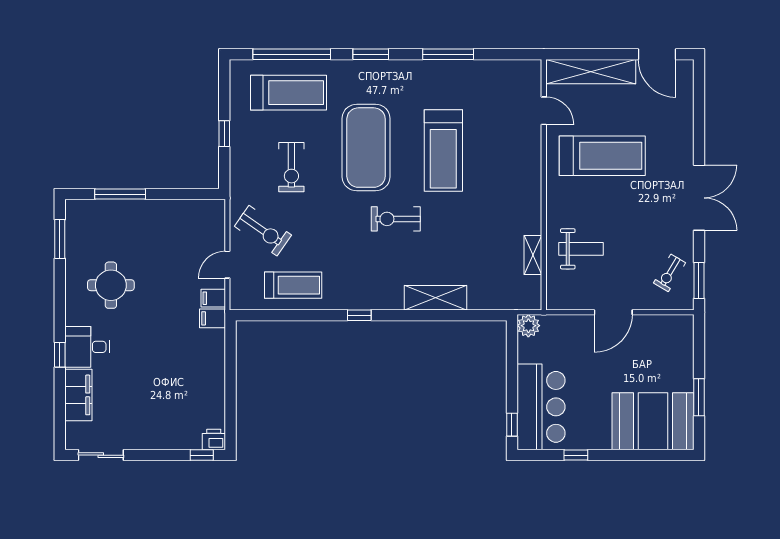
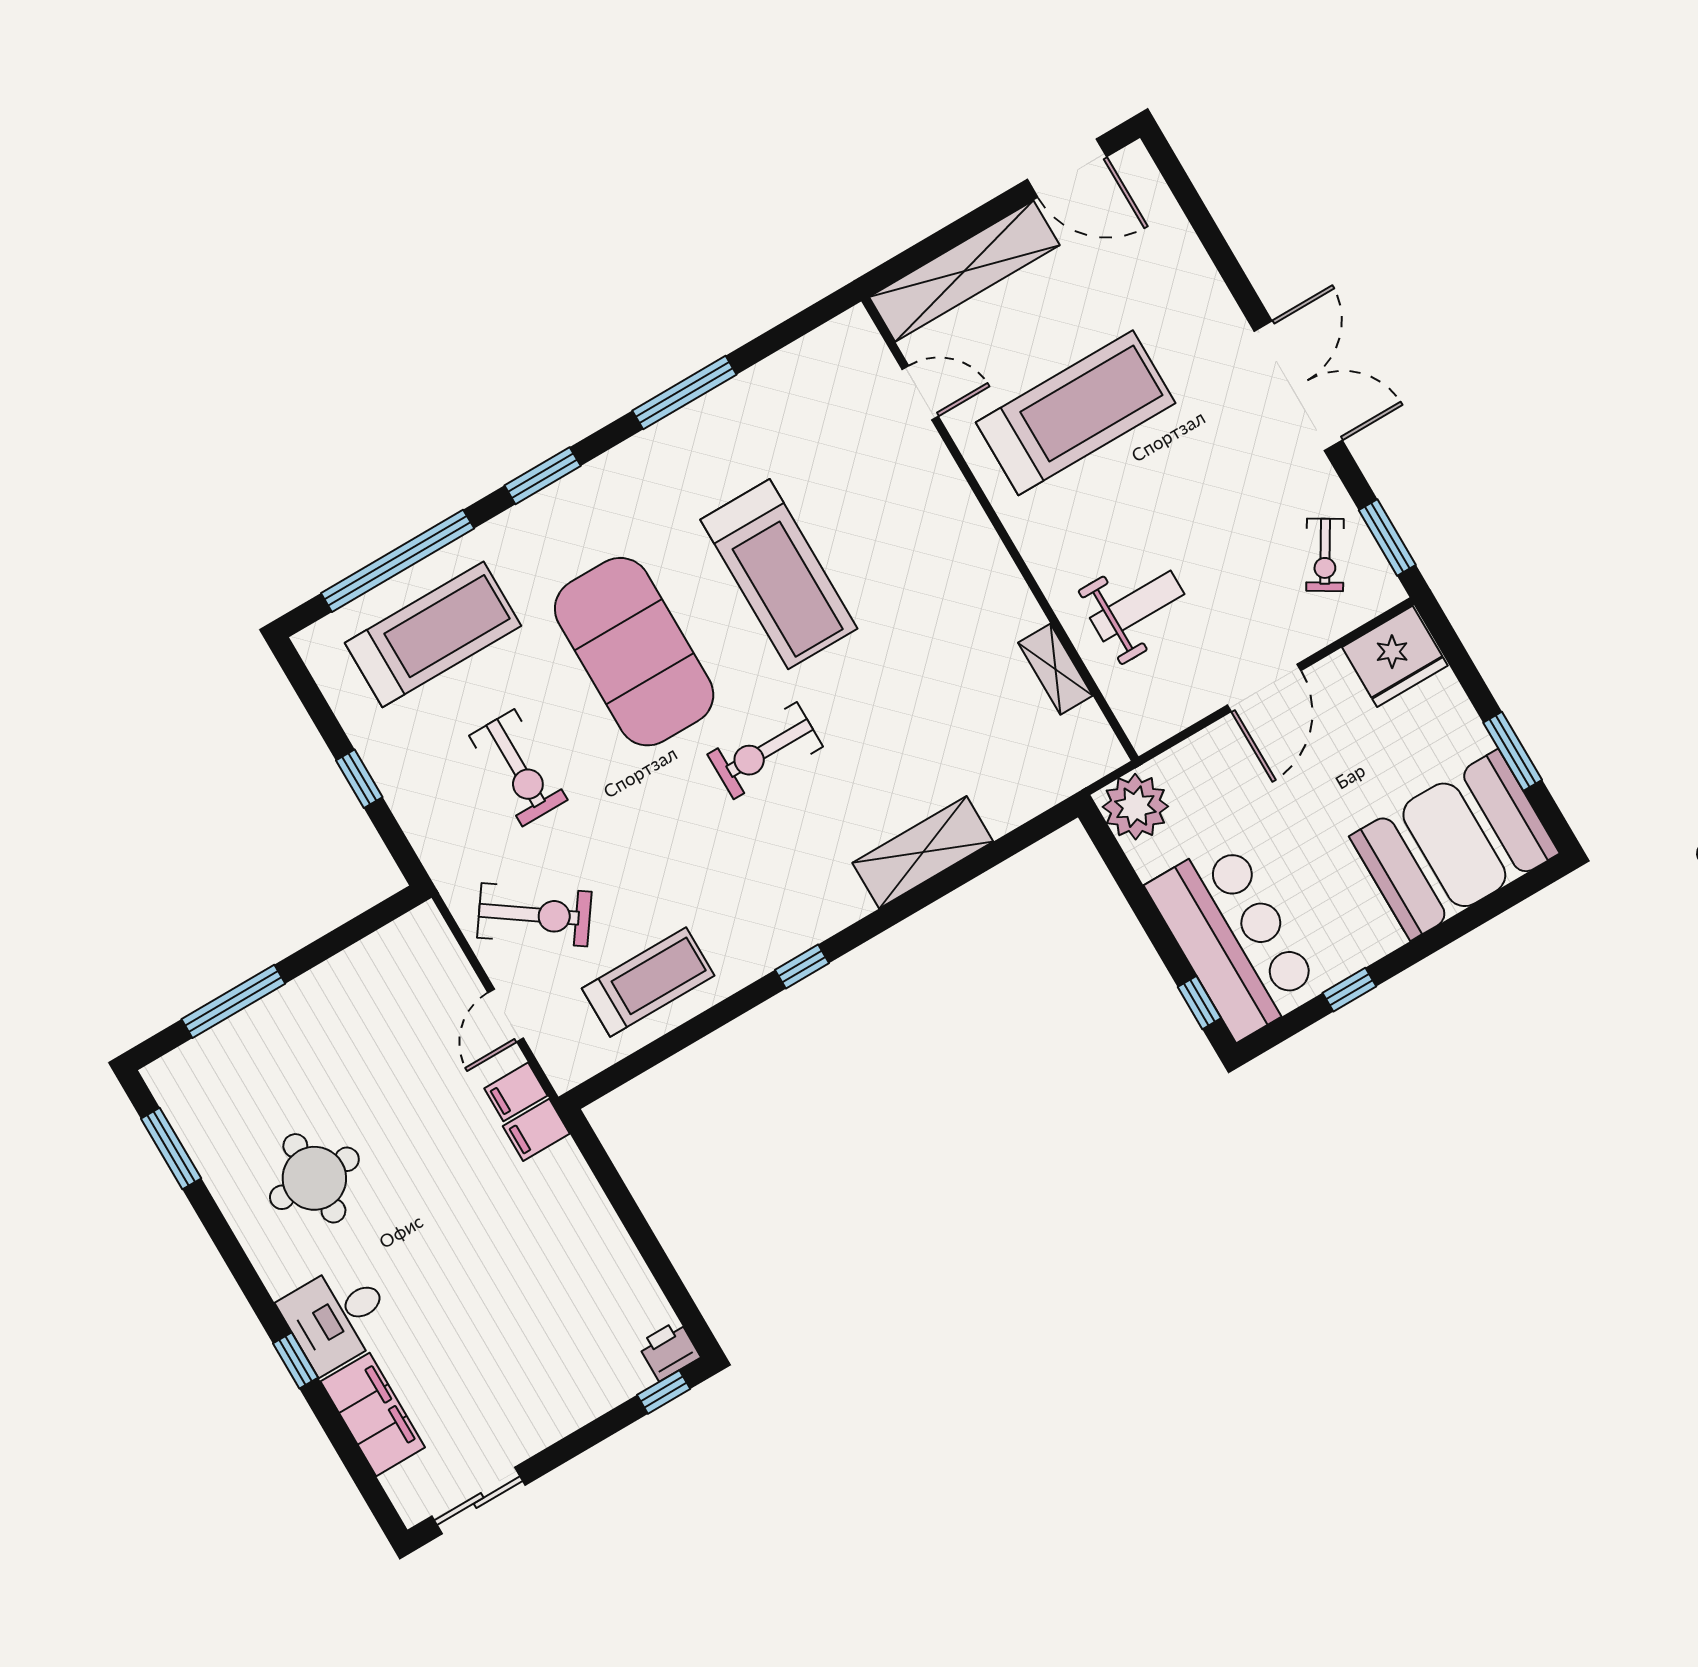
plant: (528, 326) -> (1135, 807), width x1.36, depth x1.36
fridge: (674, 331) -> (1395, 656), added

